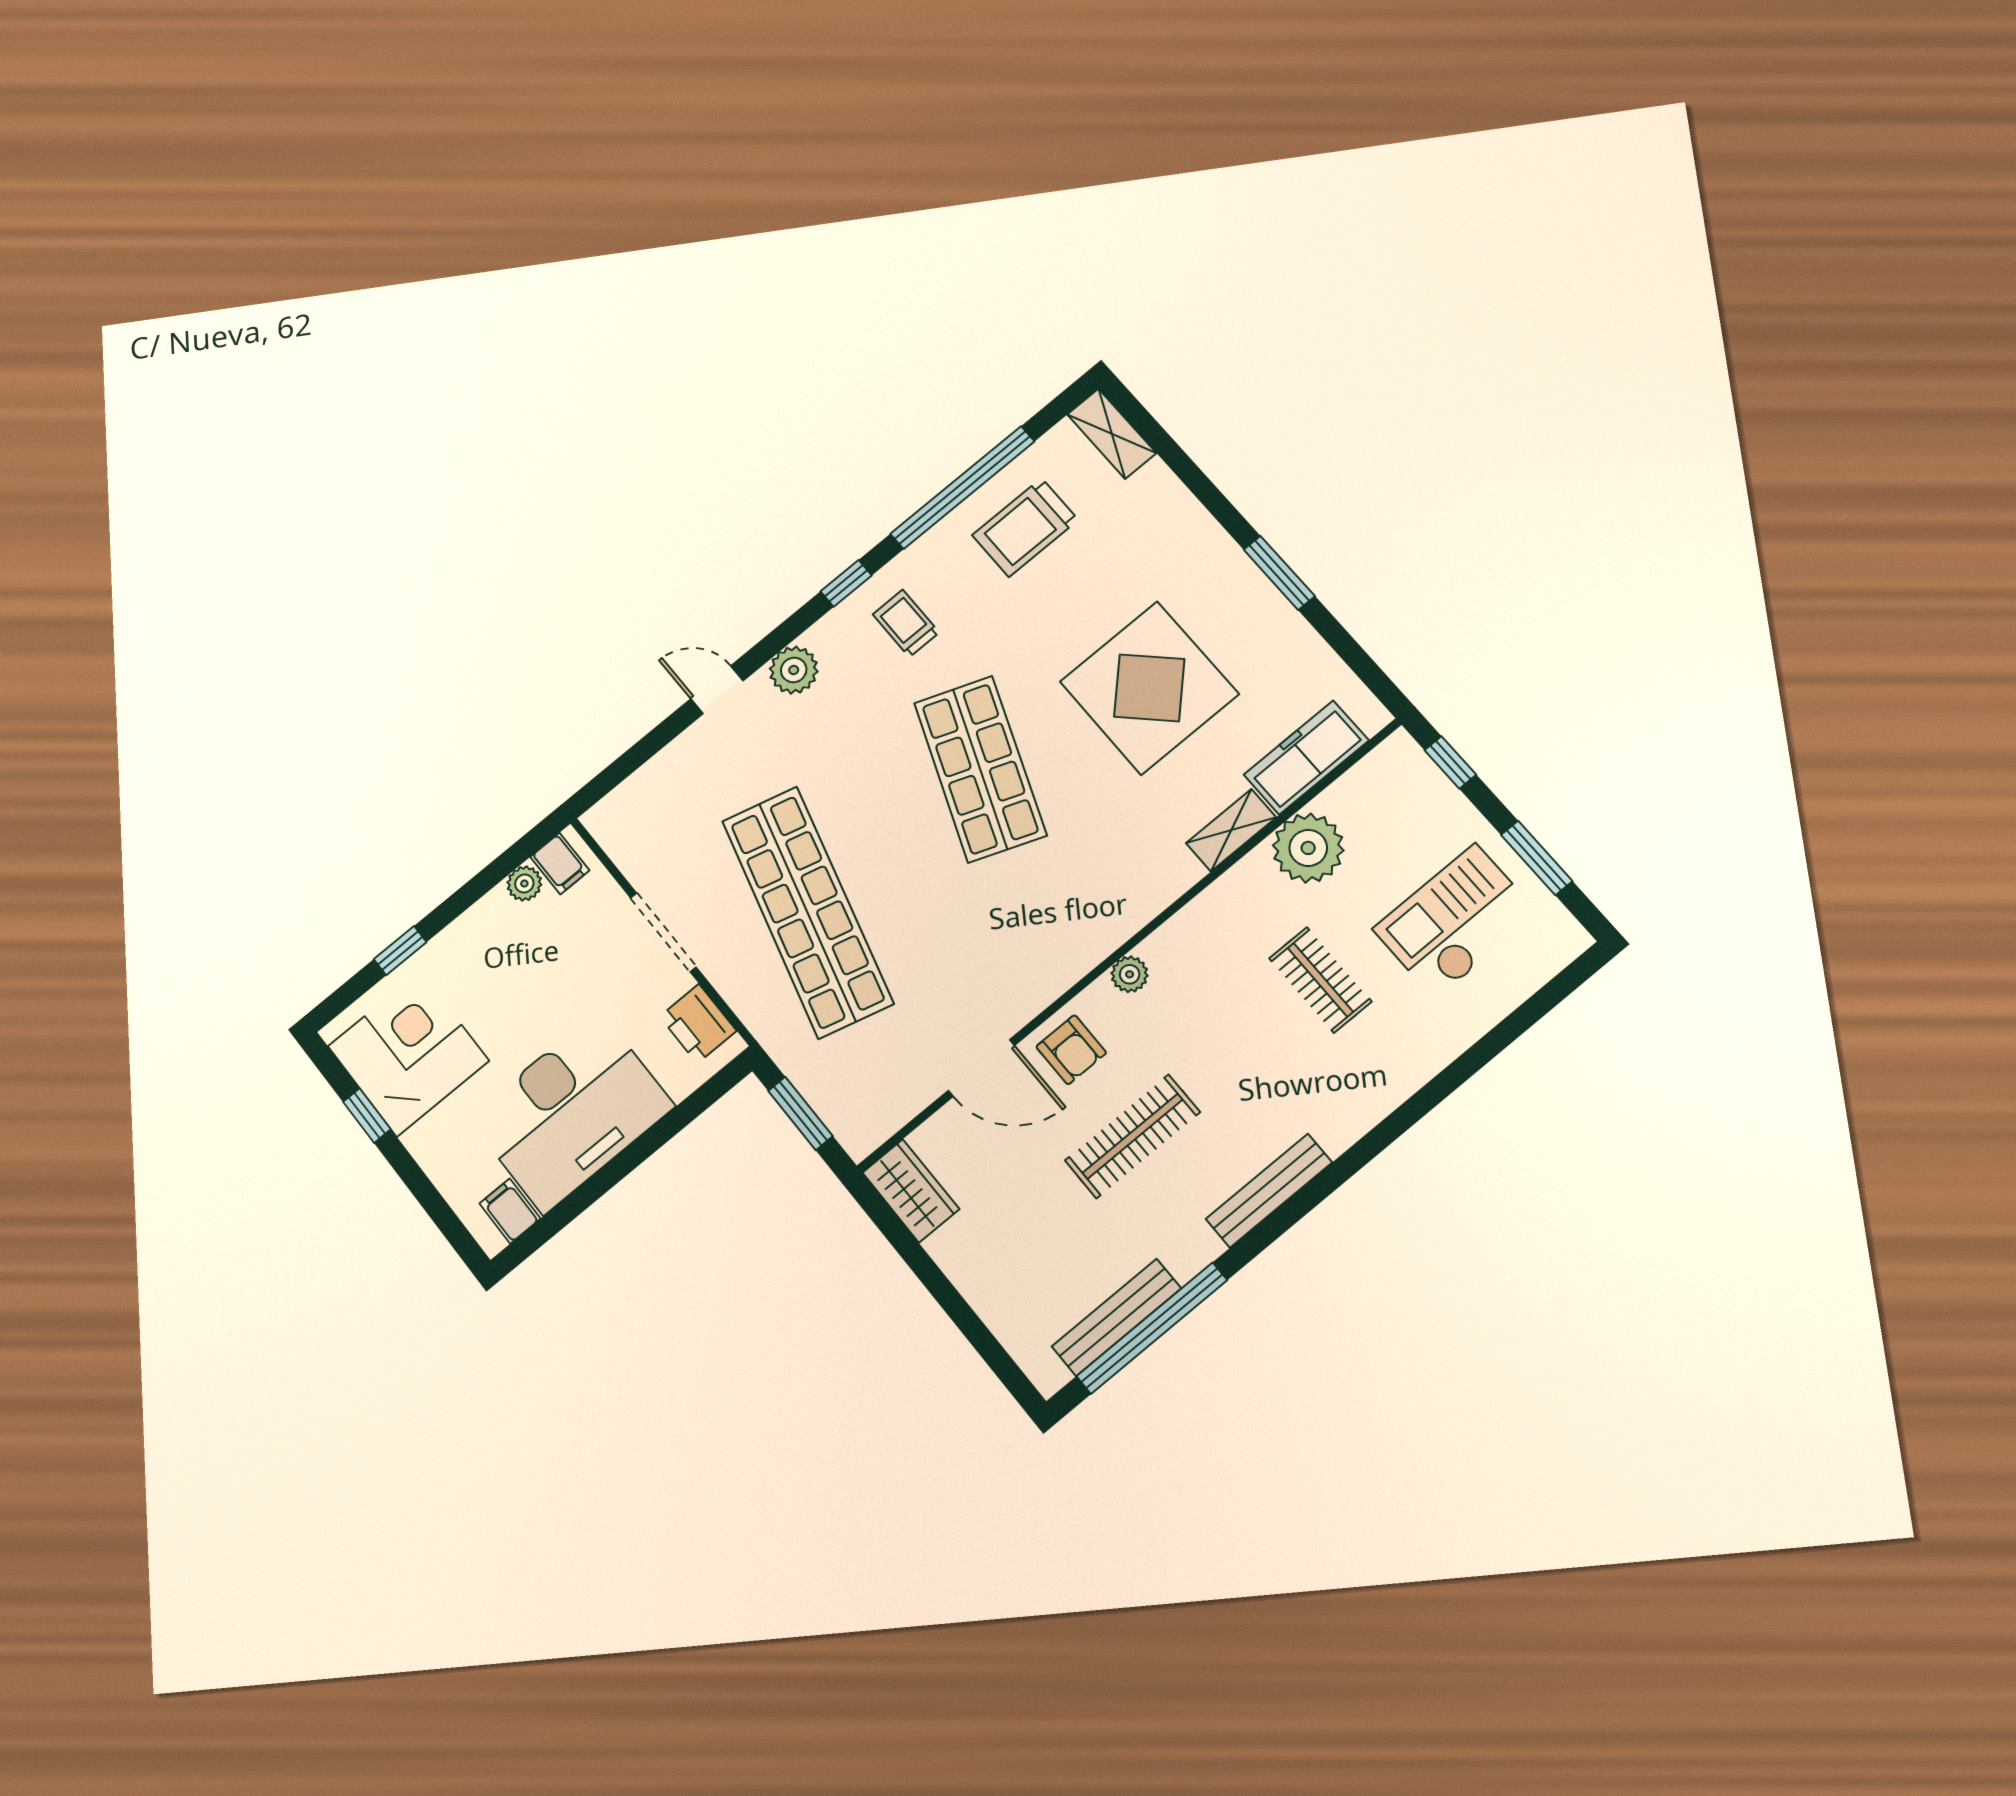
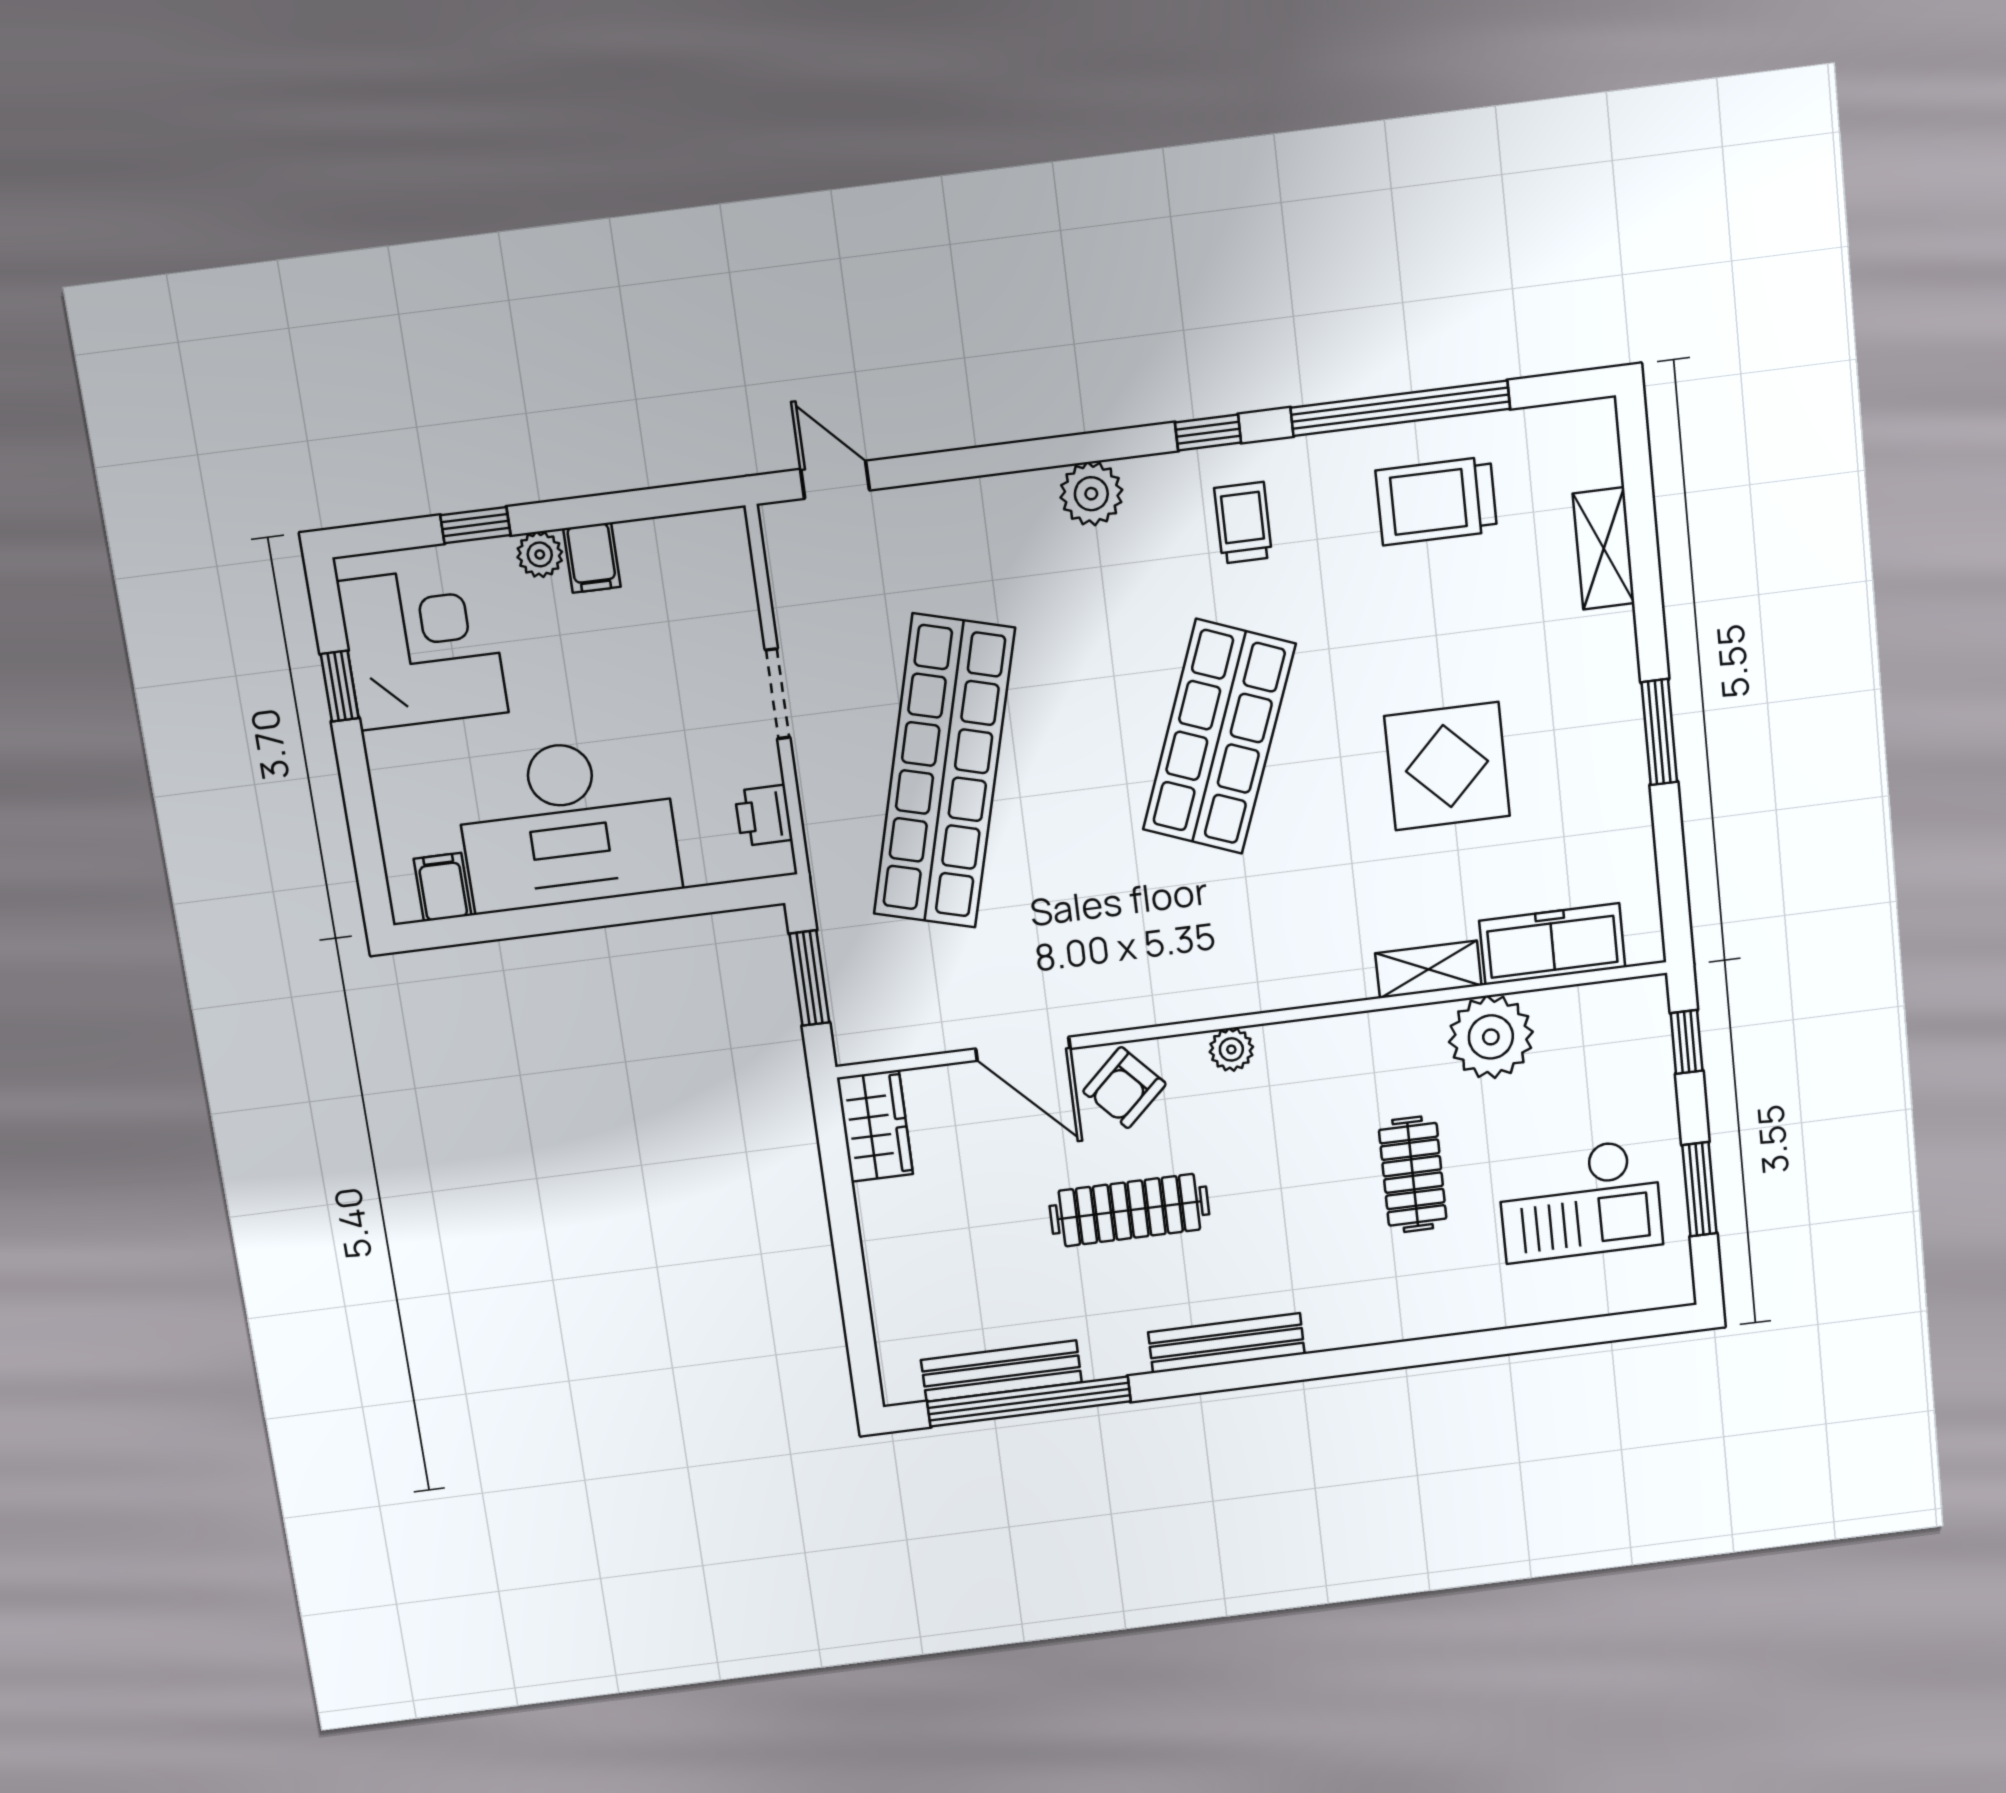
shelving: (1112, 434) -> (1604, 548), moved
display table: (1149, 688) -> (1447, 766), width x0.73, depth x0.73
door: (717, 690) -> (835, 480), moved
filing cabinet: (560, 864) -> (592, 558), moved
plant: (524, 884) -> (540, 554), moved
checkout: (1455, 921) -> (1580, 1201), turned 180
doorway: (663, 932) -> (778, 694), width x0.73
printer: (698, 1024) -> (764, 815), width x0.73, depth x0.81
armchair: (1071, 1050) -> (1124, 1088), turned 47

